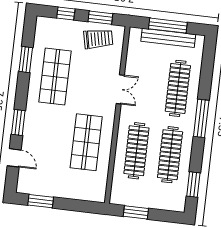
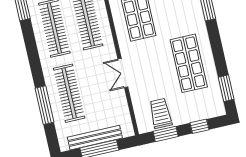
trolley: (98, 39) -> (160, 113), turned 102
window: (26, 60) -> (226, 88), moved
window: (201, 118) -> (44, 105), moved

